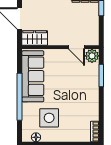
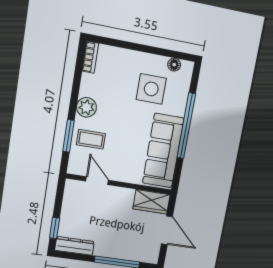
plant: (92, 56) -> (86, 107), moved
coffee table: (85, 76) -> (91, 139), added

